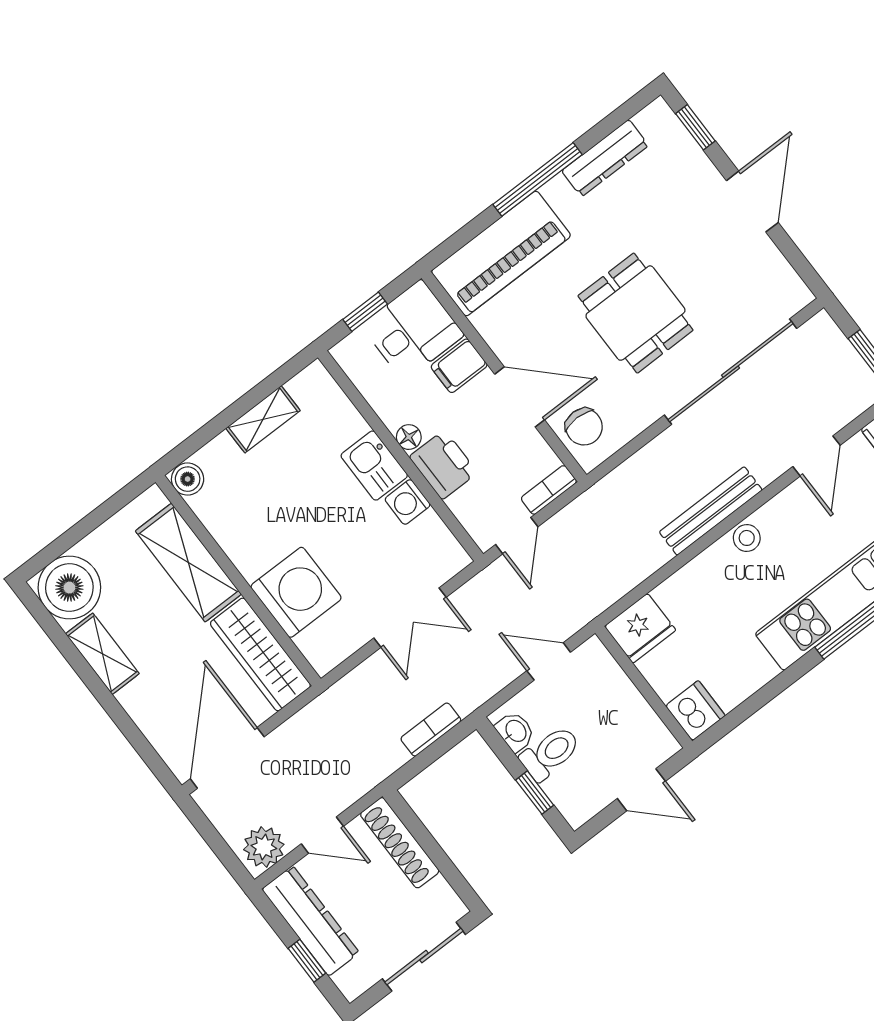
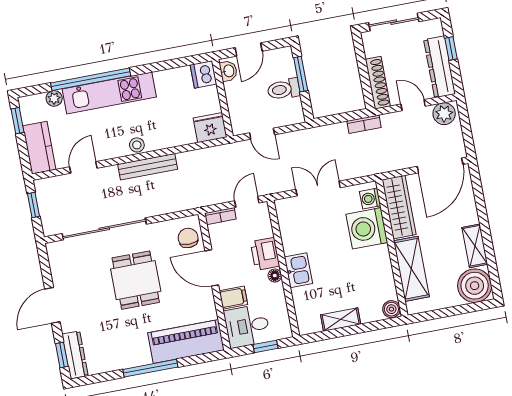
dresser: (605, 158) -> (75, 355), moved, turned 90
washing machine: (408, 502) -> (370, 199), moved, turned 180
bookcase: (431, 730) -> (364, 124), moved
washbasin: (515, 731) -> (228, 71), moved, turned 180
door: (641, 790) -> (249, 49), swing flipped
window: (535, 793) -> (301, 74), width x1.50

